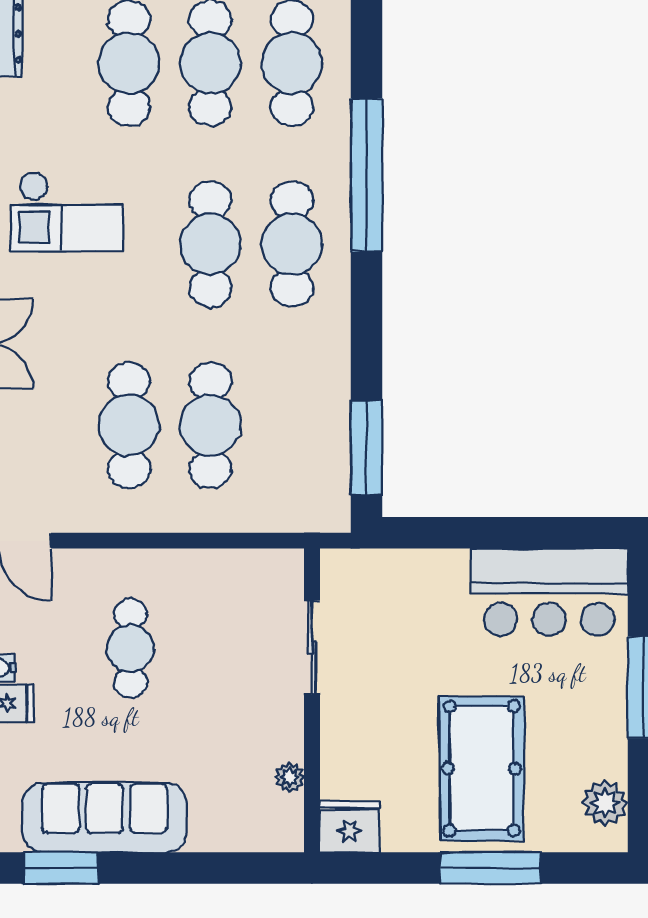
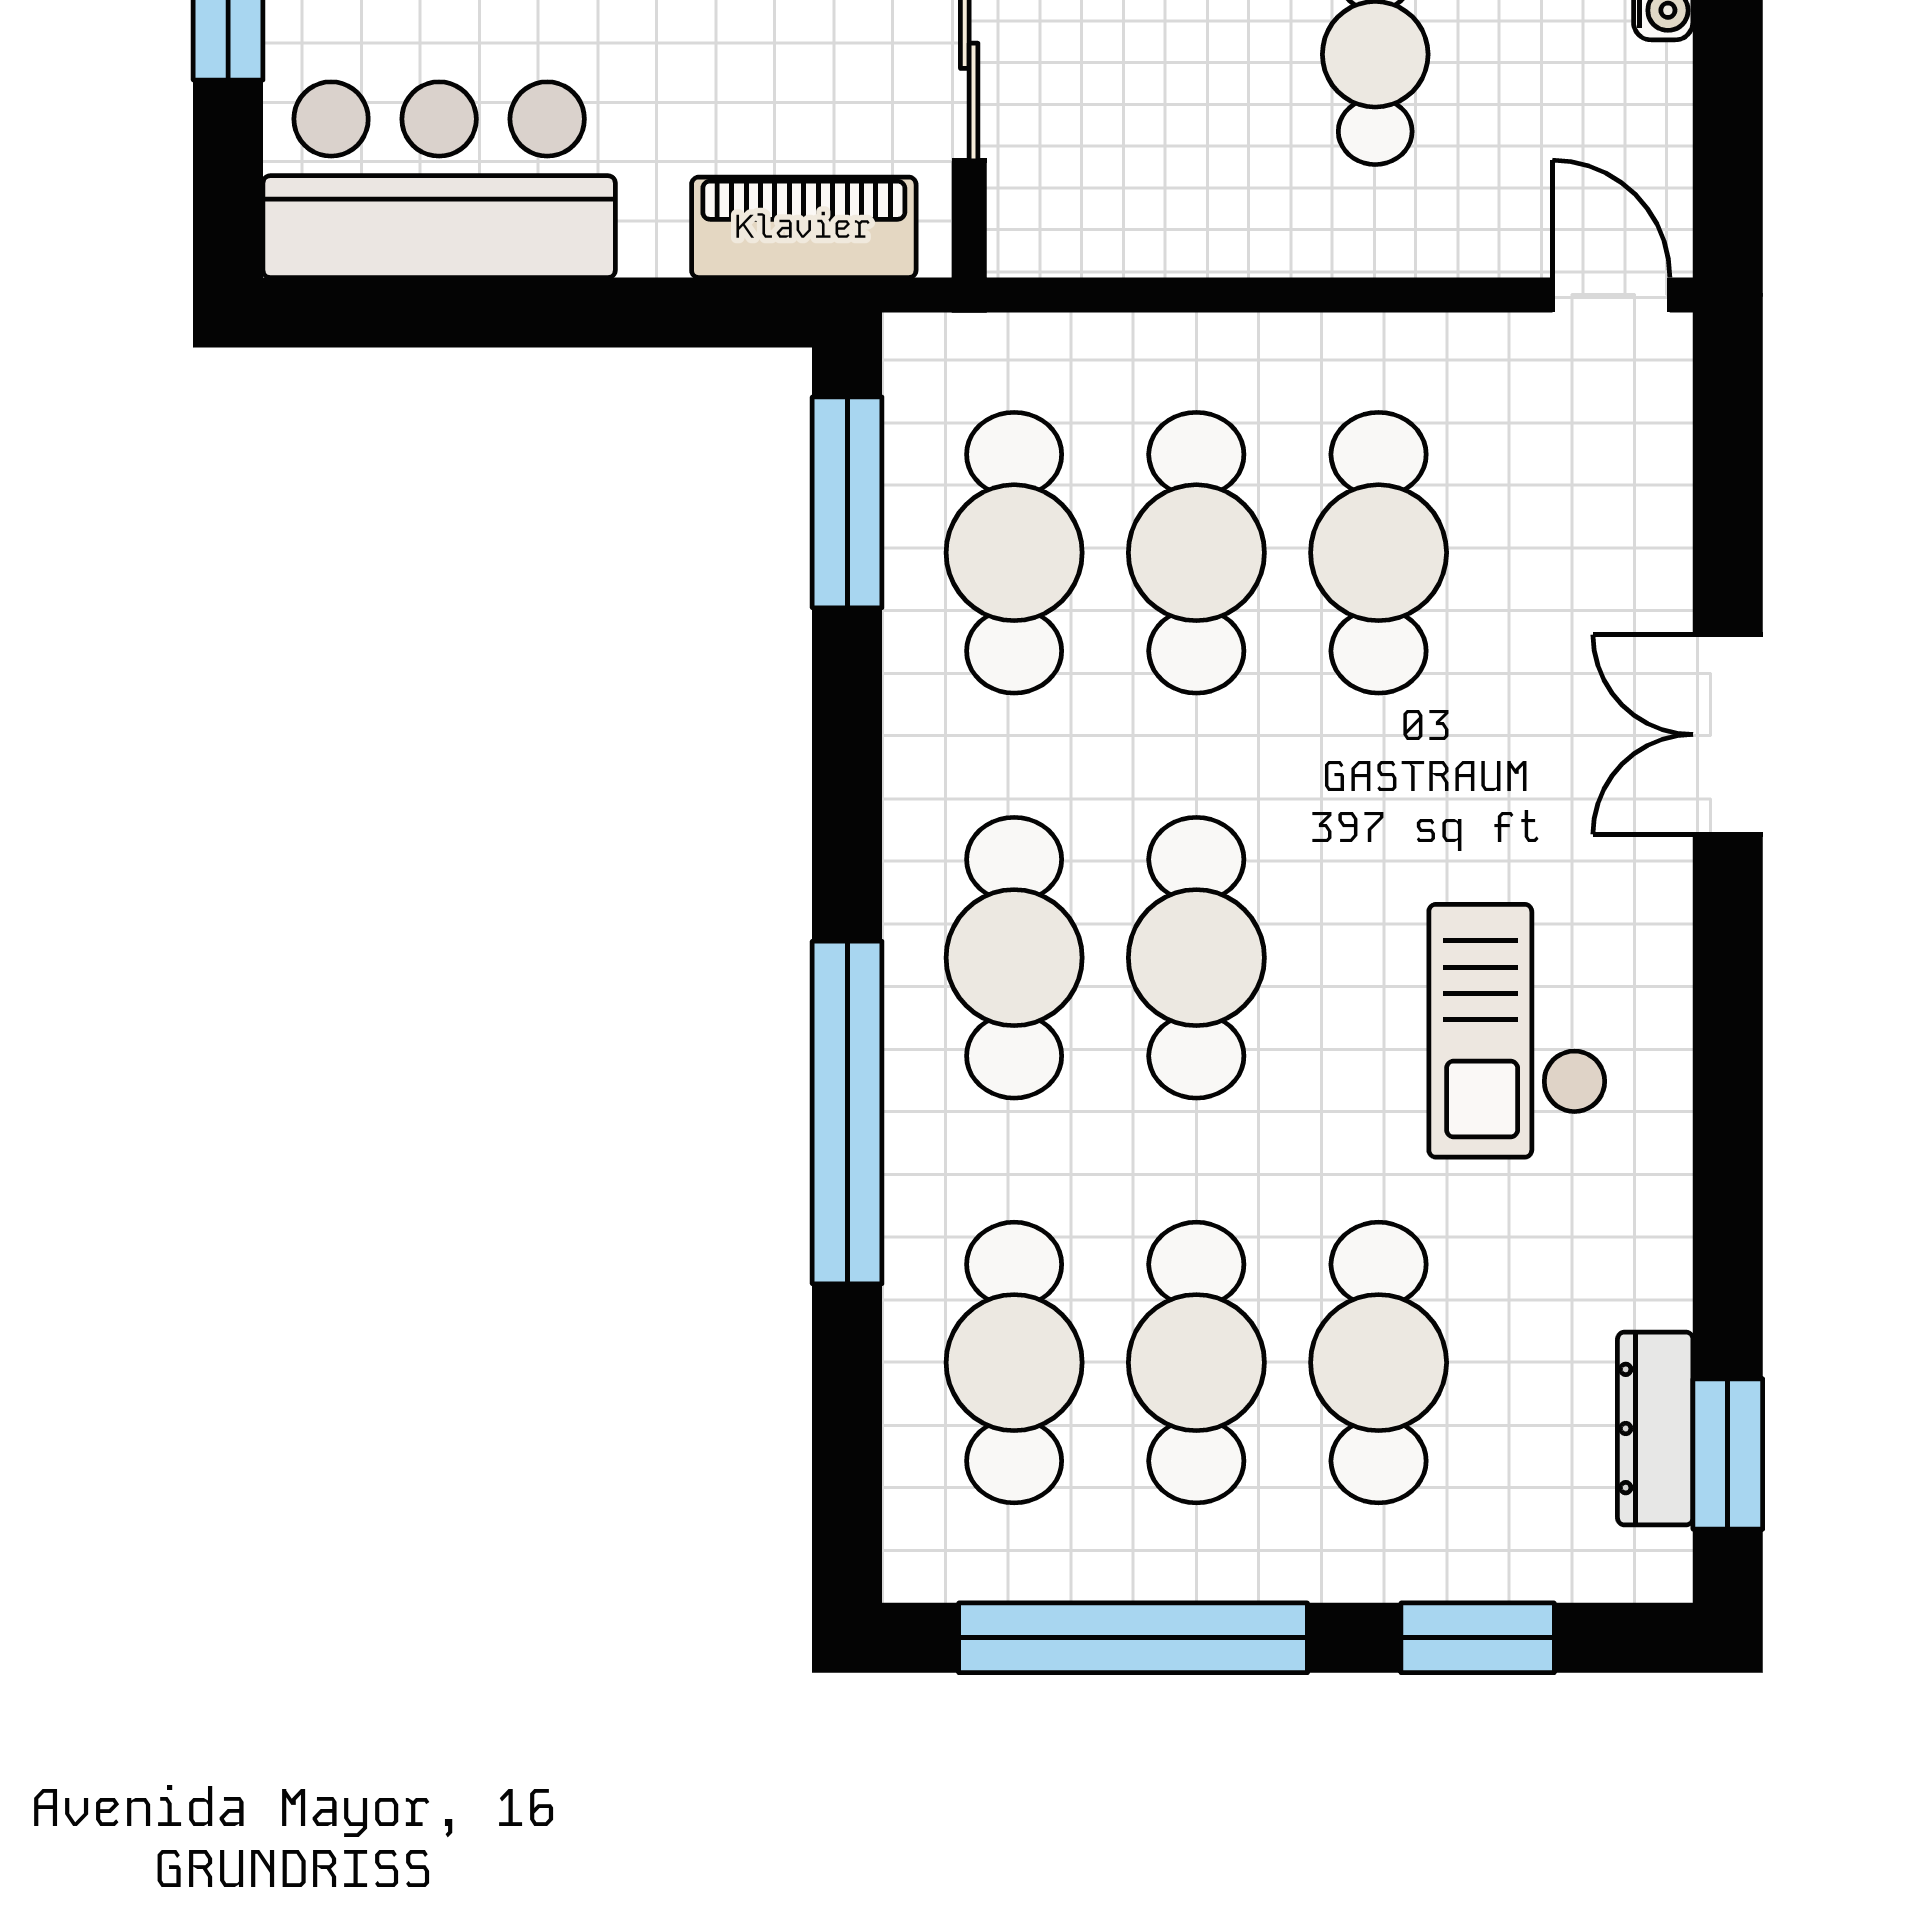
checkout: (67, 212) -> (1518, 1031), turned -90
cafe table: (292, 425) -> (1014, 553), added
piano: (386, 571) -> (804, 227), added

